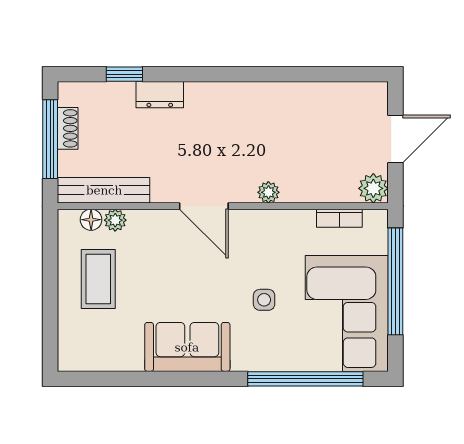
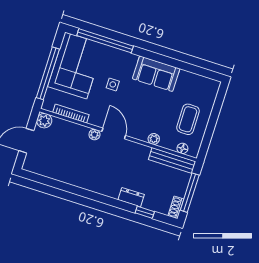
shoe rack: (68, 128) -> (176, 207), moved
door: (204, 206) -> (114, 134), moved
bookcase: (339, 218) -> (71, 114), width x1.56
plant: (115, 220) -> (154, 139), moved

